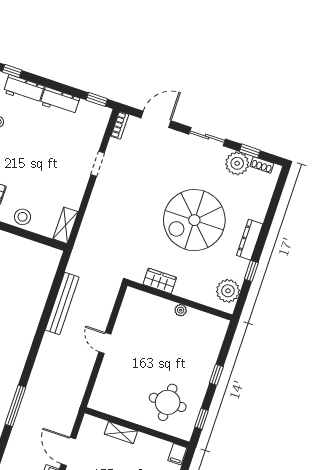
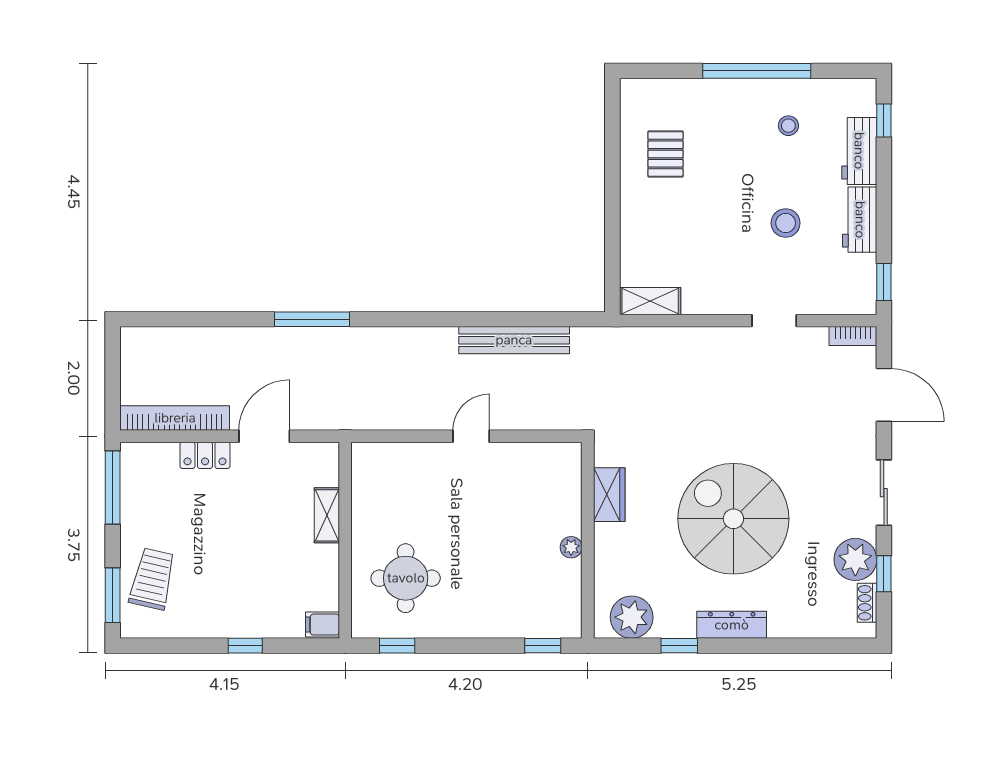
stool: (23, 217) -> (786, 223), moved
window: (216, 375) -> (543, 646), moved

